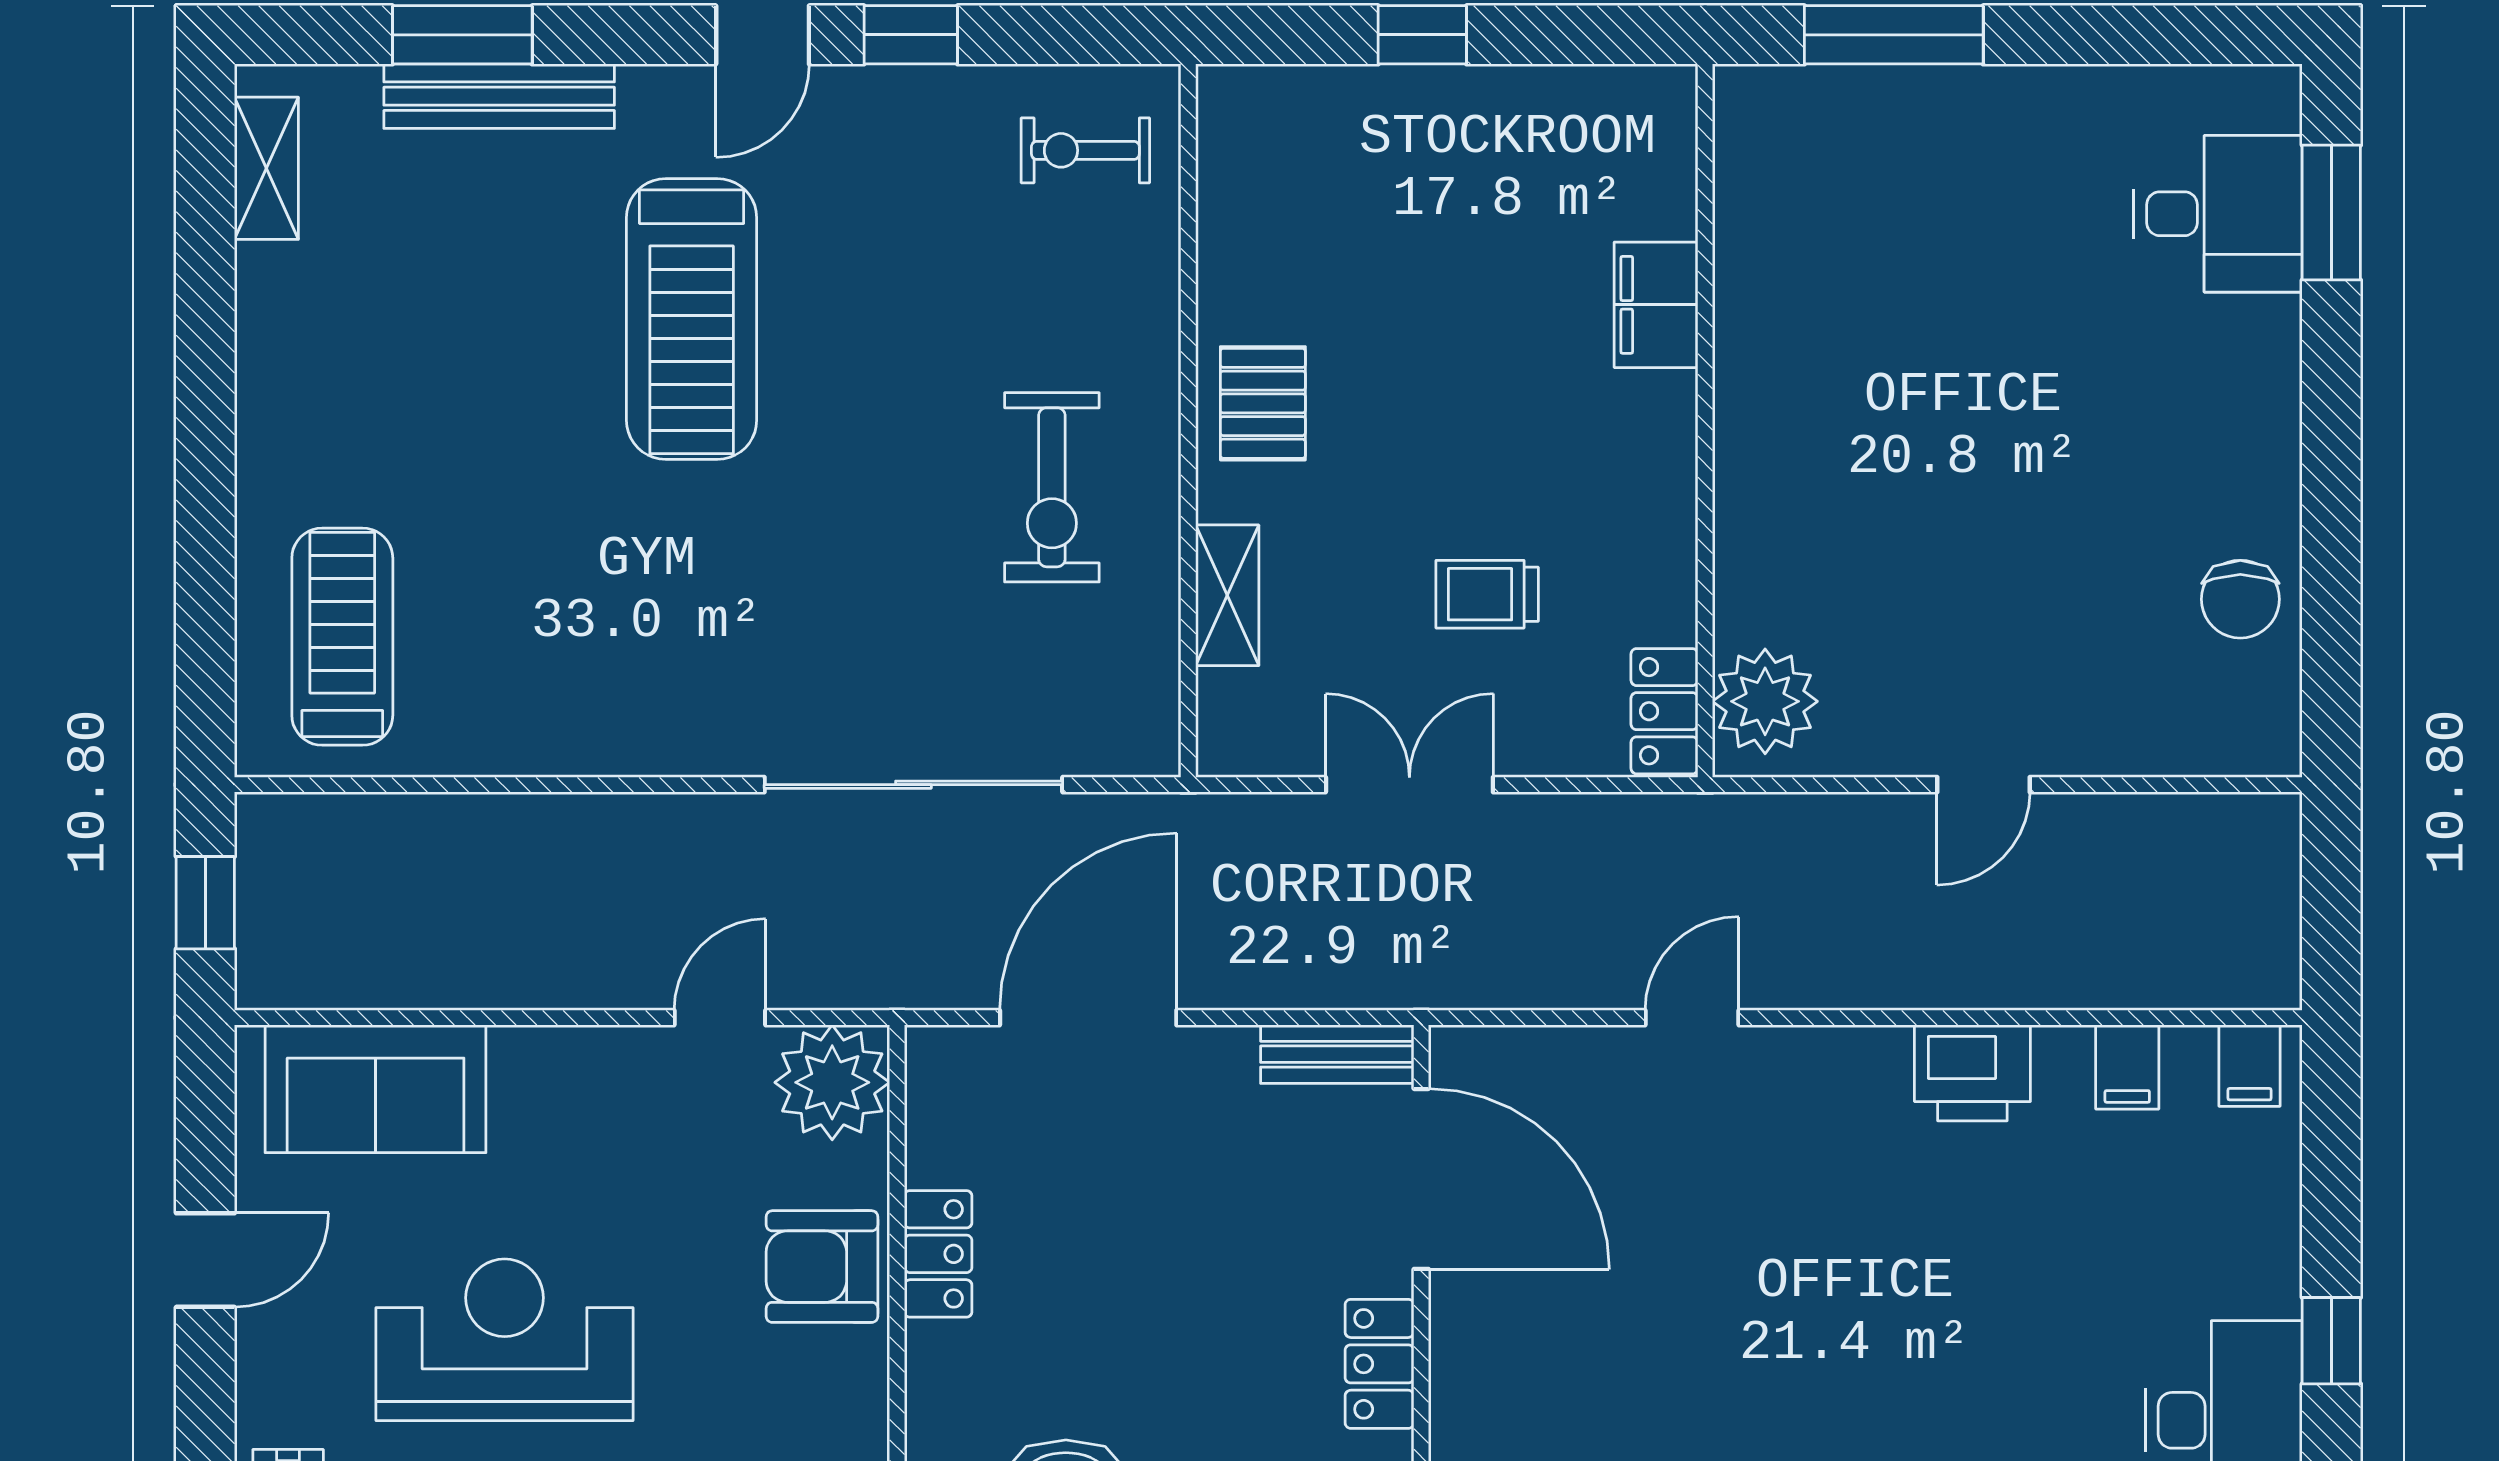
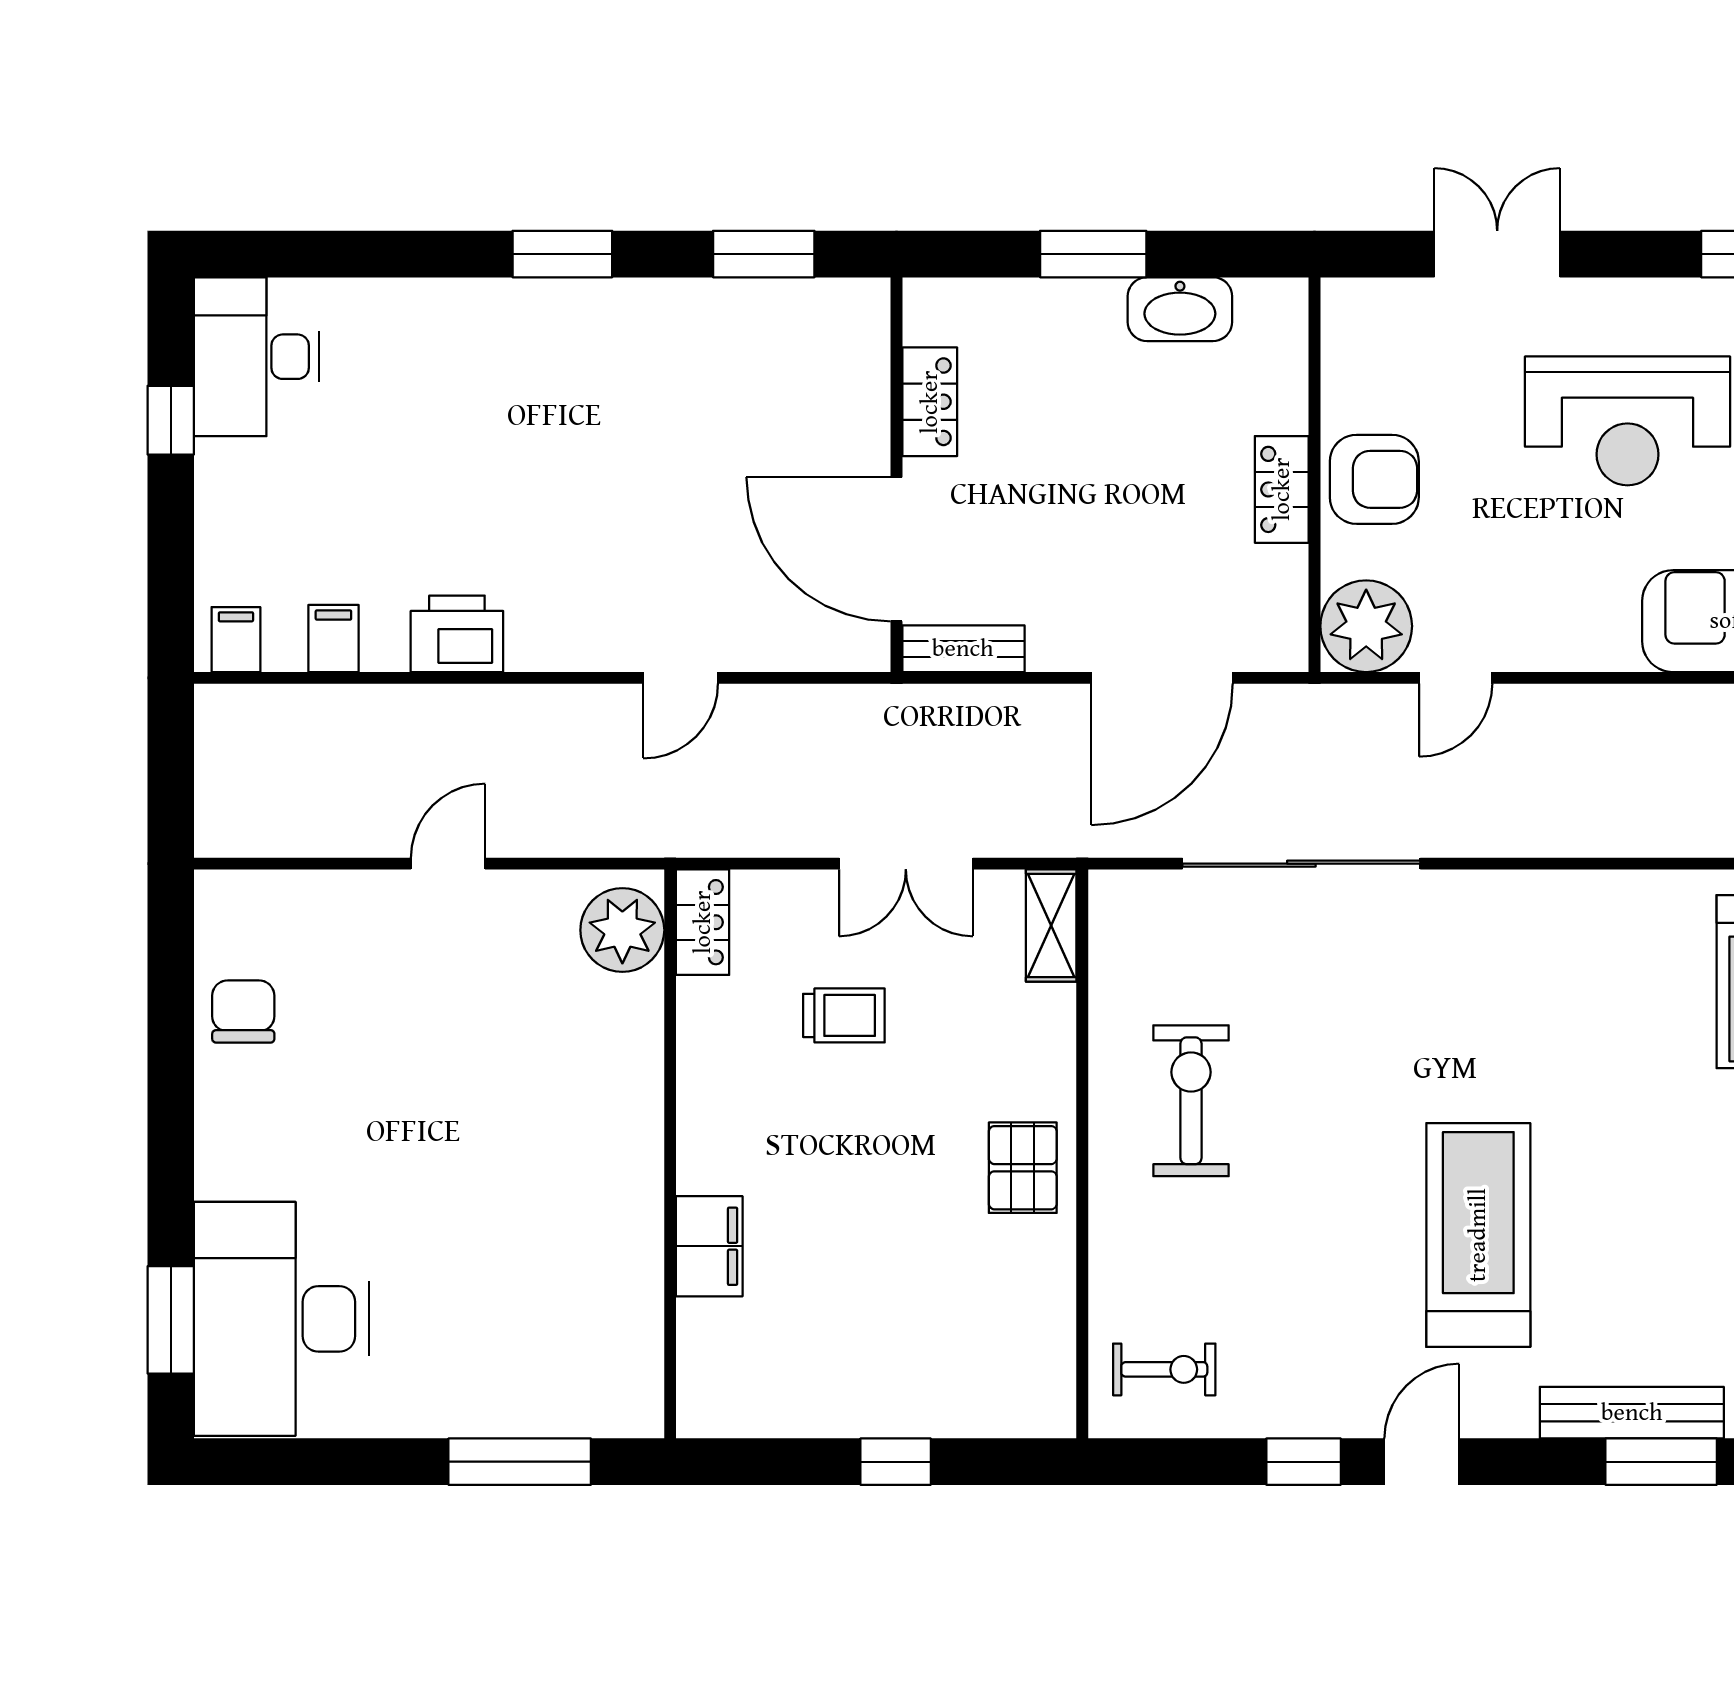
desk: (2218, 214) -> (282, 1319), width x1.87, depth x1.30
shelving: (1227, 595) -> (1051, 926), moved

